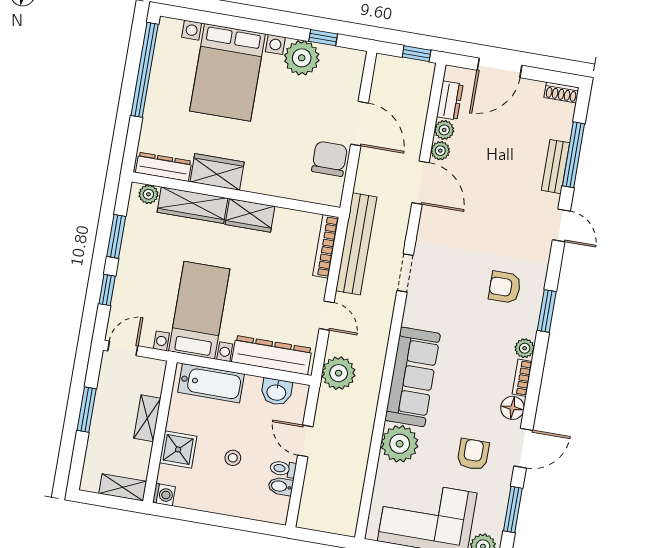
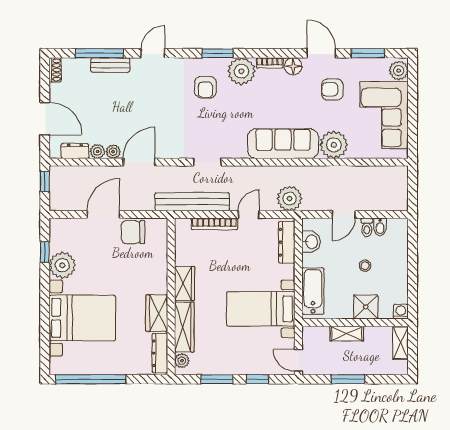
bookcase: (326, 246) -> (214, 224), moved
plant: (525, 348) -> (241, 71), width x1.88, depth x1.88
dresser: (272, 355) -> (287, 242), width x0.73, depth x0.80

